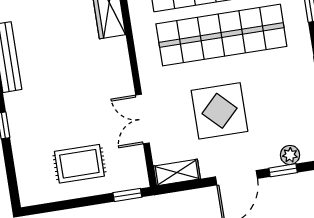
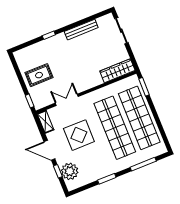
plant: (290, 155) -> (70, 171), width x1.88, depth x1.88
rug: (79, 164) -> (39, 75), turned 90

